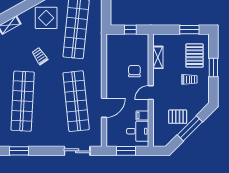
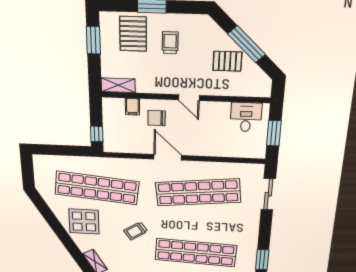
window: (130, 30) -> (97, 134), moved
pallet: (195, 56) -> (133, 34), turned 90
shelving: (158, 57) -> (118, 85), moved
door: (104, 108) -> (168, 157), moved
filing cabinet: (142, 116) -> (132, 107), moved
pallet: (178, 117) -> (227, 61), turned 90

